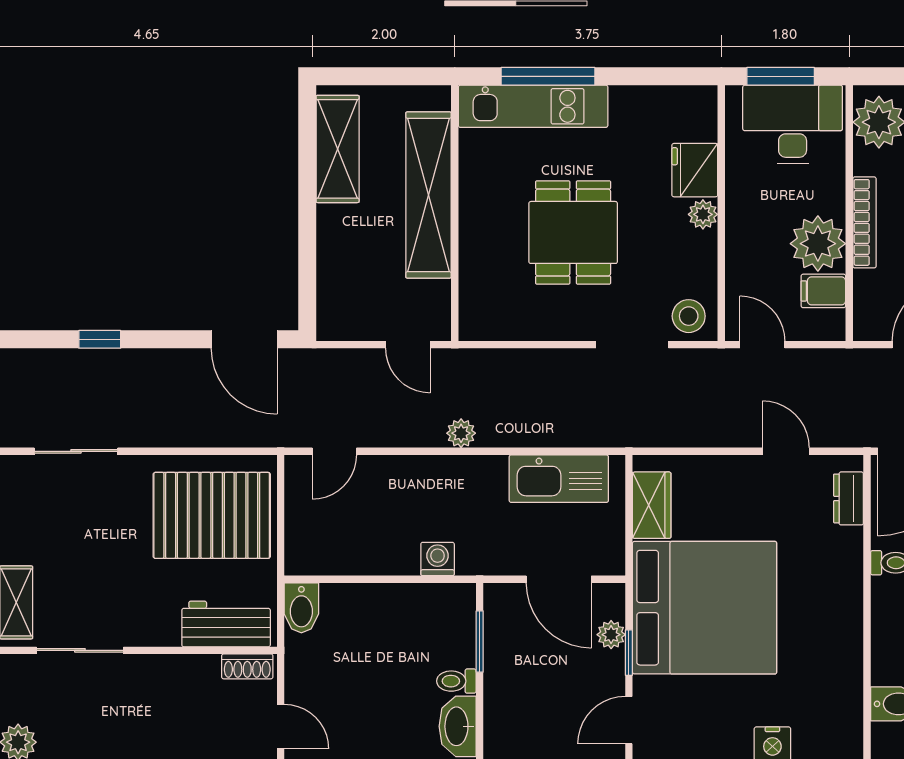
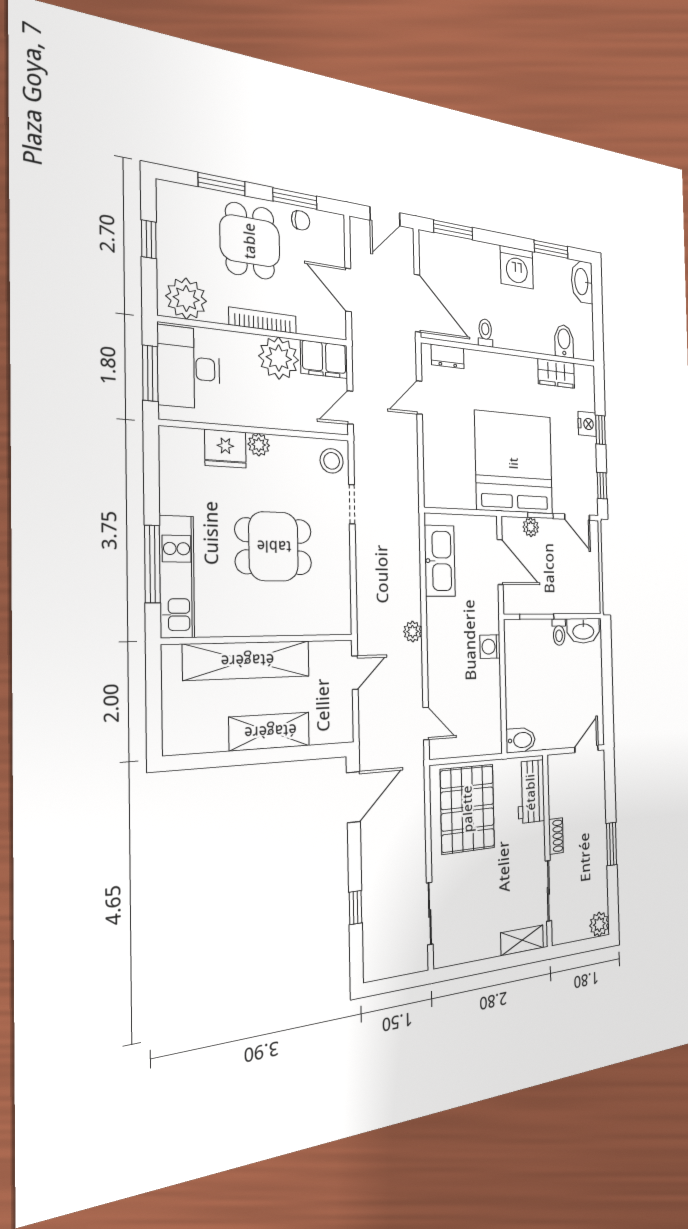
shelving: (338, 149) -> (270, 731), moved
filing cabinet: (823, 291) -> (324, 359), width x2.00
doorway: (632, 345) -> (352, 504), width x0.73
wardrobe: (652, 505) -> (556, 373), moved, turned 180
door: (559, 579) -> (500, 562), hinge flipped
shoe rack: (247, 666) -> (556, 836), moved

